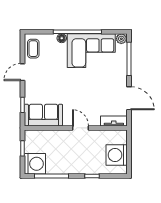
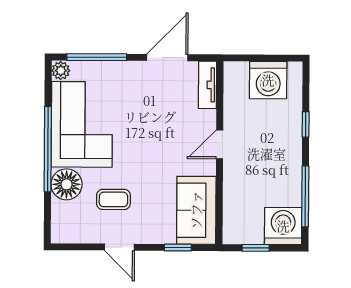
floor lamp: (62, 38) -> (67, 184), width x1.89, depth x1.89
coffee table: (33, 49) -> (113, 199), moved

